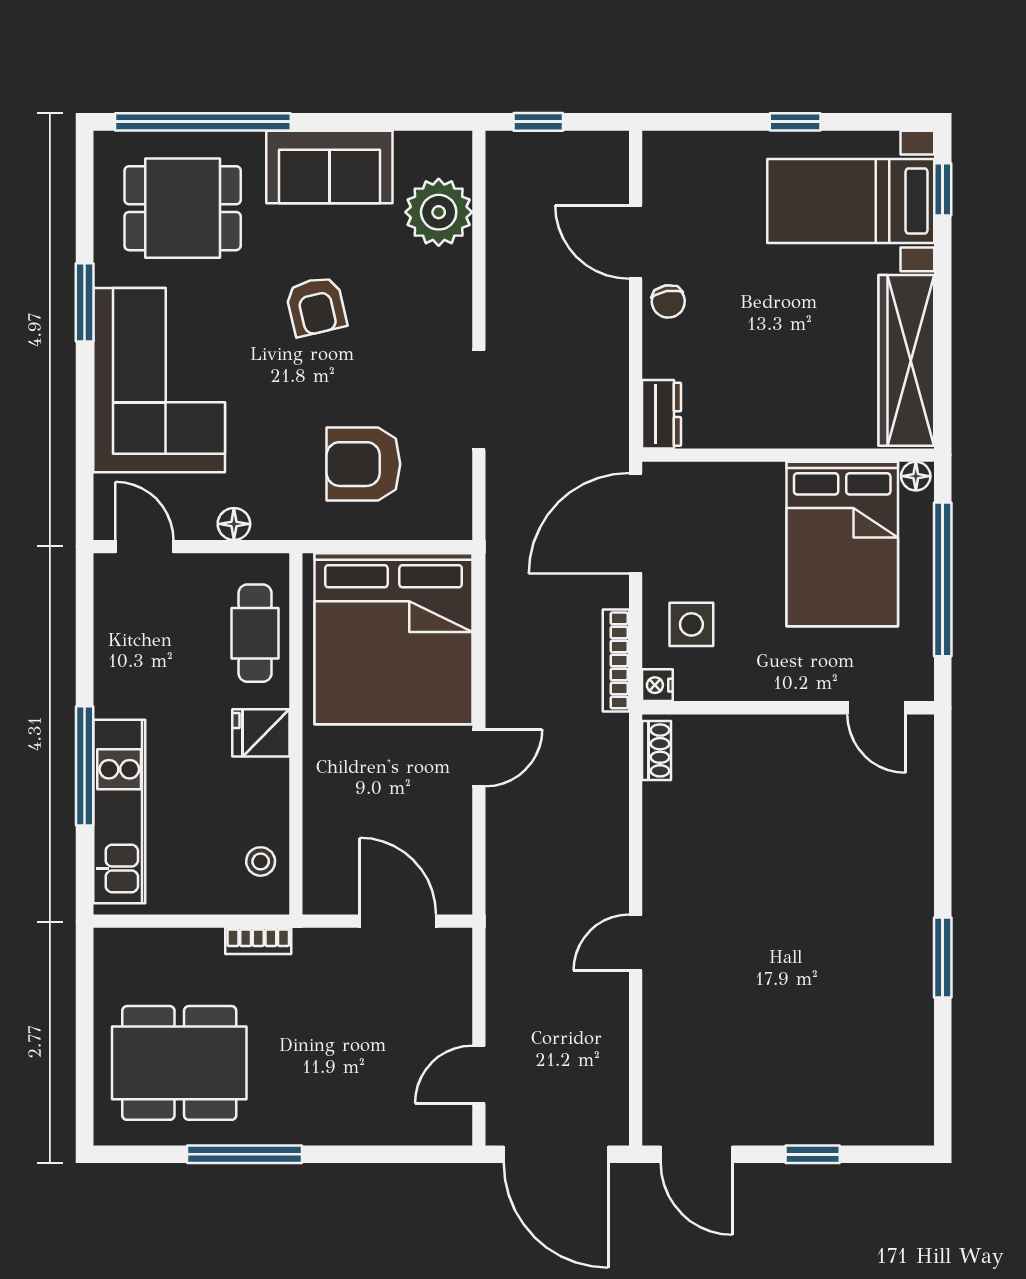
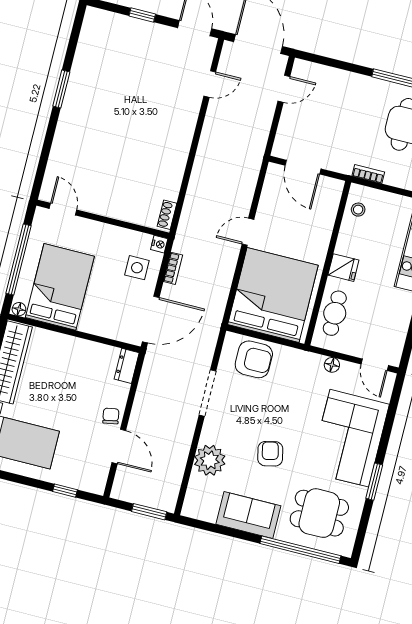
window: (538, 122) -> (149, 512), width x1.50
window: (795, 122) -> (65, 491), moved
plant: (439, 212) -> (210, 460), moved
armchair: (363, 464) -> (254, 359), moved
bookcase: (616, 660) -> (173, 268), width x0.64
door: (636, 942) -> (210, 84), moved

